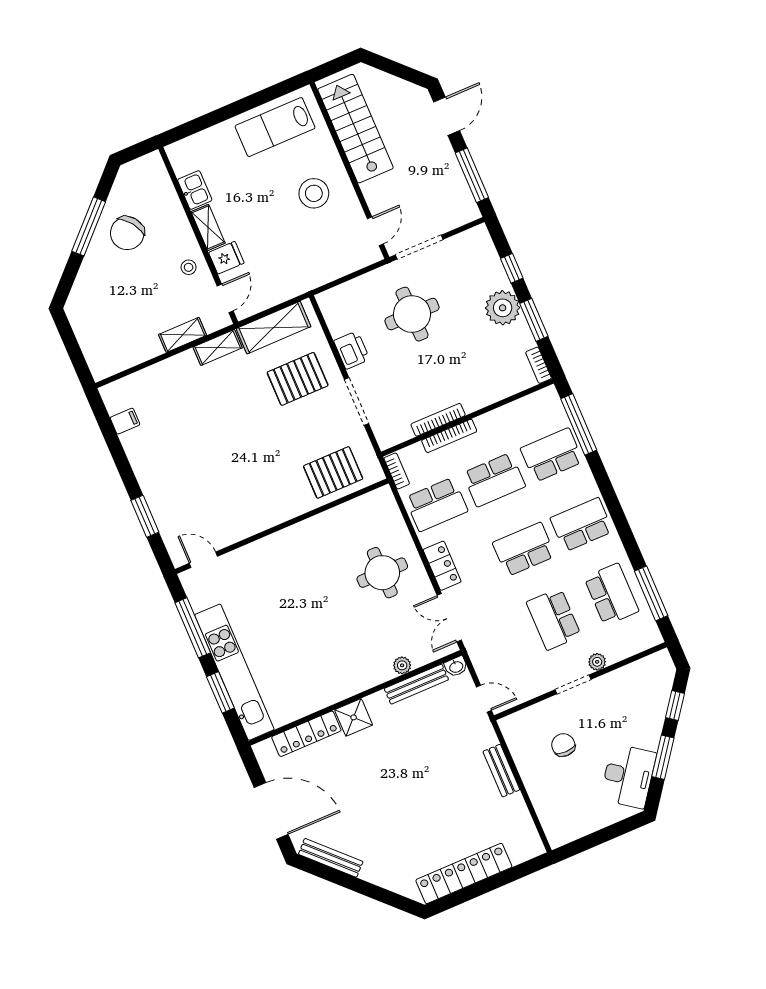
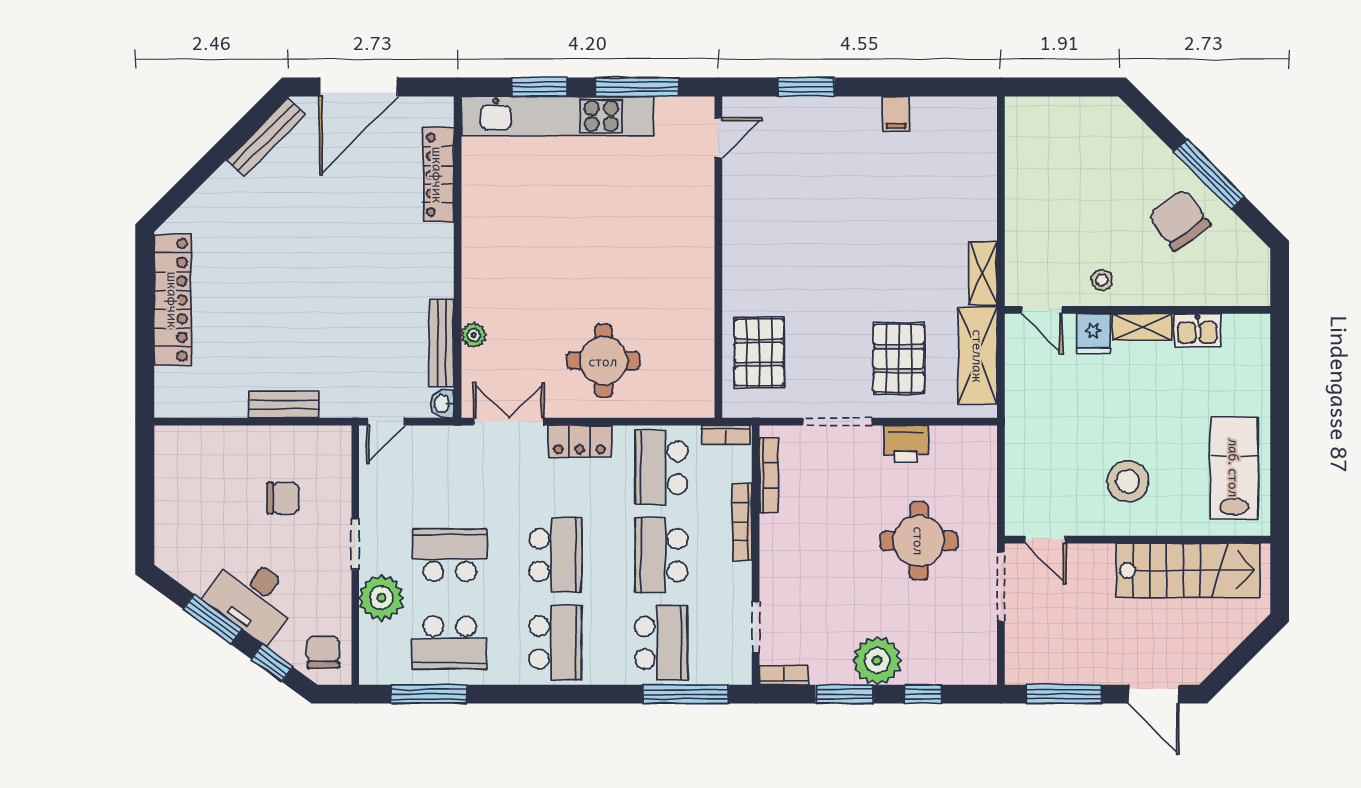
shelving: (183, 335) -> (1018, 235), removed
doorway: (515, 397) -> (756, 627), added
bookcase: (438, 420) -> (769, 475), moved
filing cabinet: (125, 421) -> (896, 114), moved
plant: (597, 662) -> (381, 598), width x1.88, depth x1.88
chair: (653, 675) -> (323, 652), added
shower: (354, 717) -> (434, 244), removed
desk: (628, 776) -> (253, 598), moved

